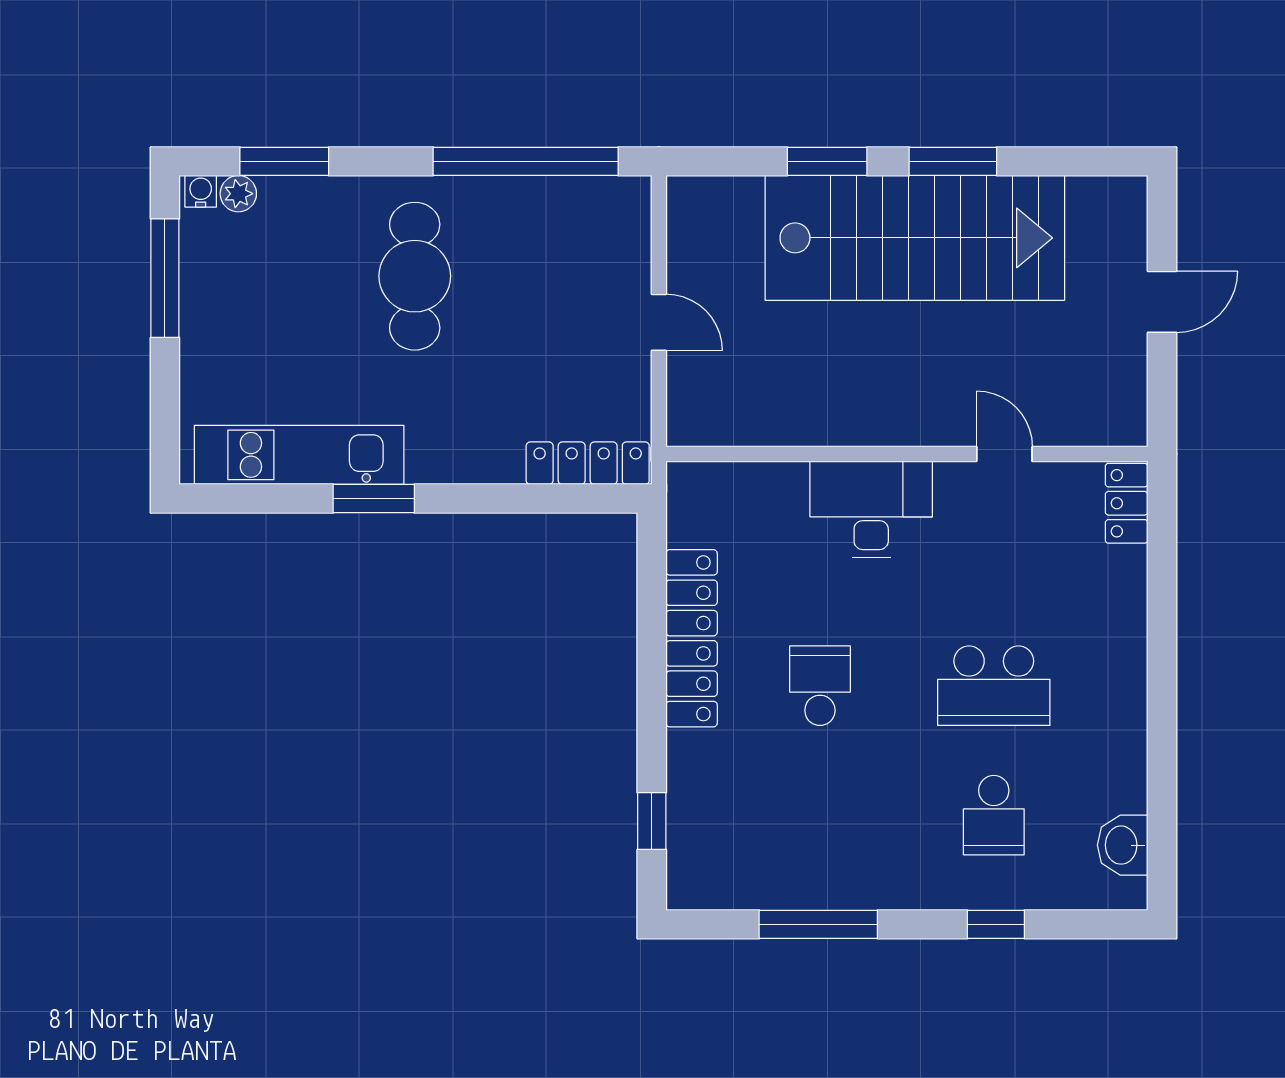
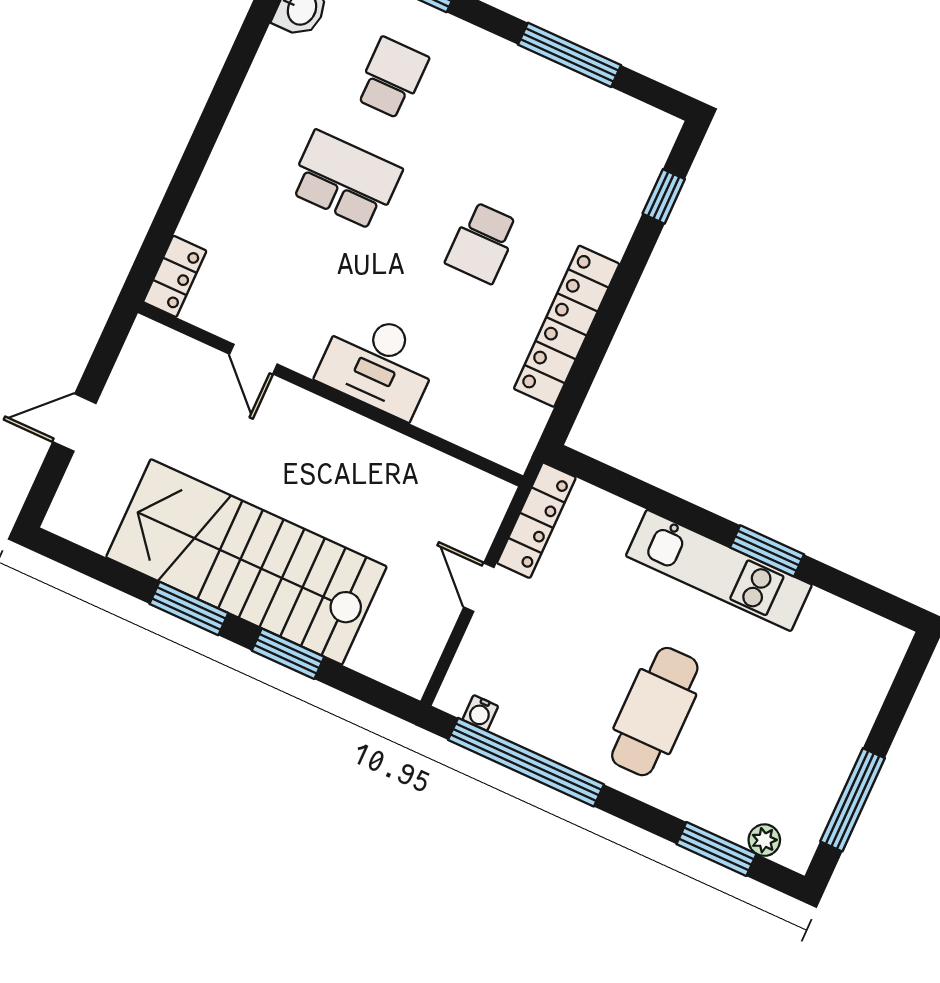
water cooler: (201, 191) -> (480, 713), moved
kitchen unit: (299, 455) -> (719, 570), moved
locker: (588, 463) -> (536, 520), moved, turned -90

